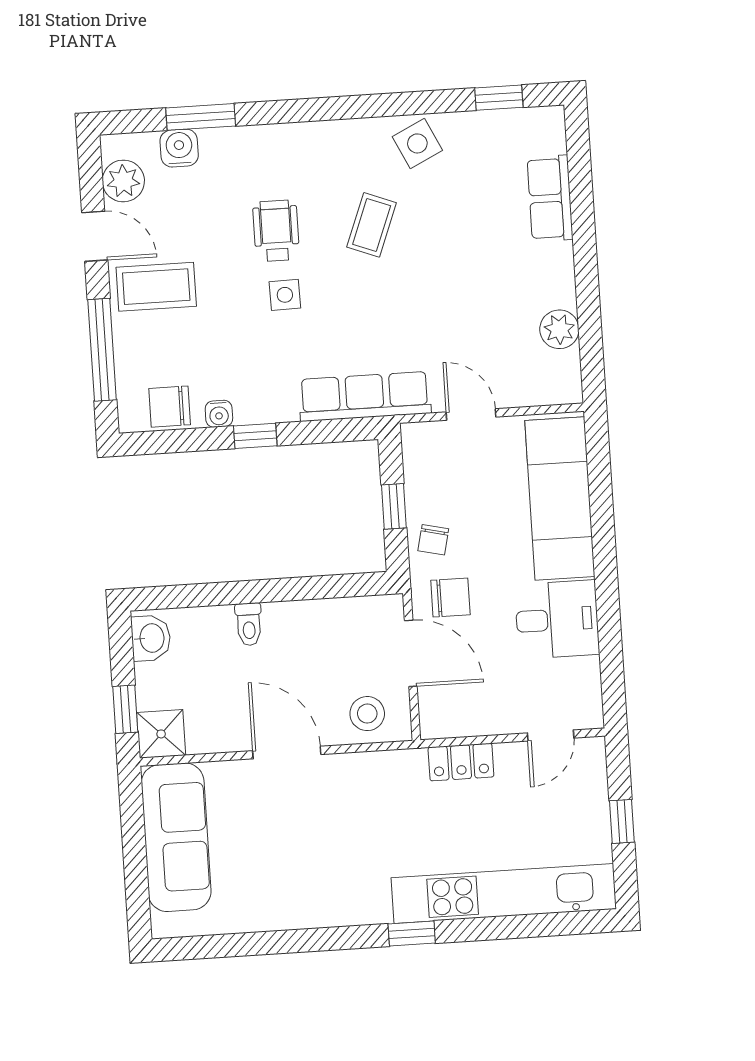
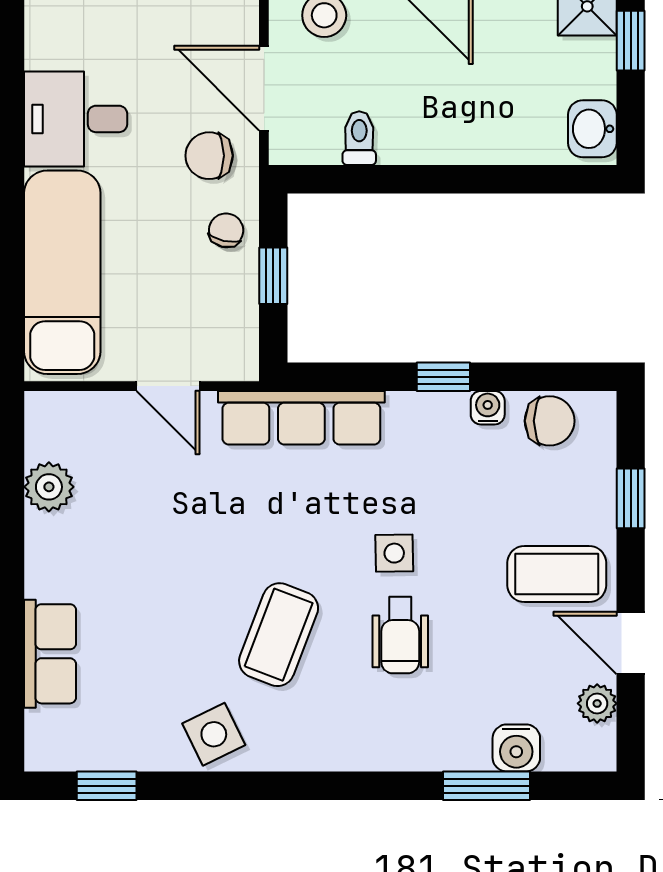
plant: (123, 181) -> (597, 703), width x0.73, depth x0.73
coffee table: (372, 225) -> (279, 635), width x1.36, depth x1.30
window: (102, 350) -> (631, 498), width x0.46
toilet: (249, 624) -> (359, 138), moved

